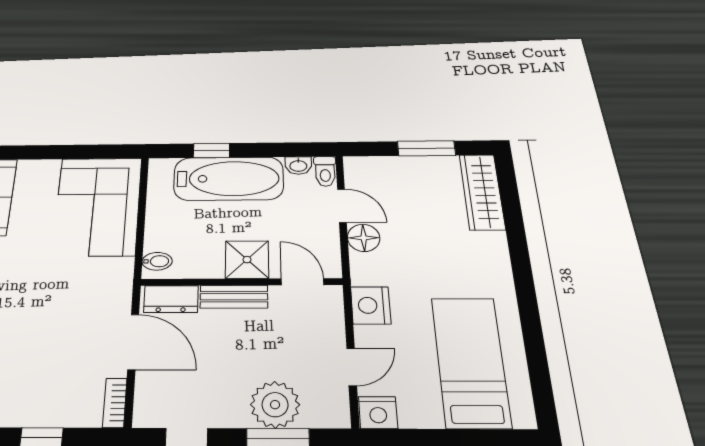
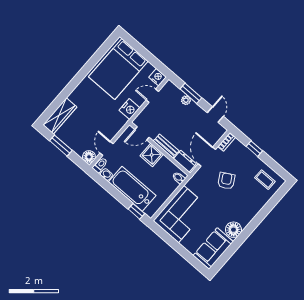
window: (211, 151) -> (136, 211), moved
floor lamp: (364, 238) -> (89, 157), moved
door: (302, 282) -> (142, 133), hinge flipped
armchair: (54, 329) -> (226, 181), added
bed: (470, 362) -> (118, 69), width x1.50
plant: (275, 405) -> (186, 100), width x0.53, depth x0.53

